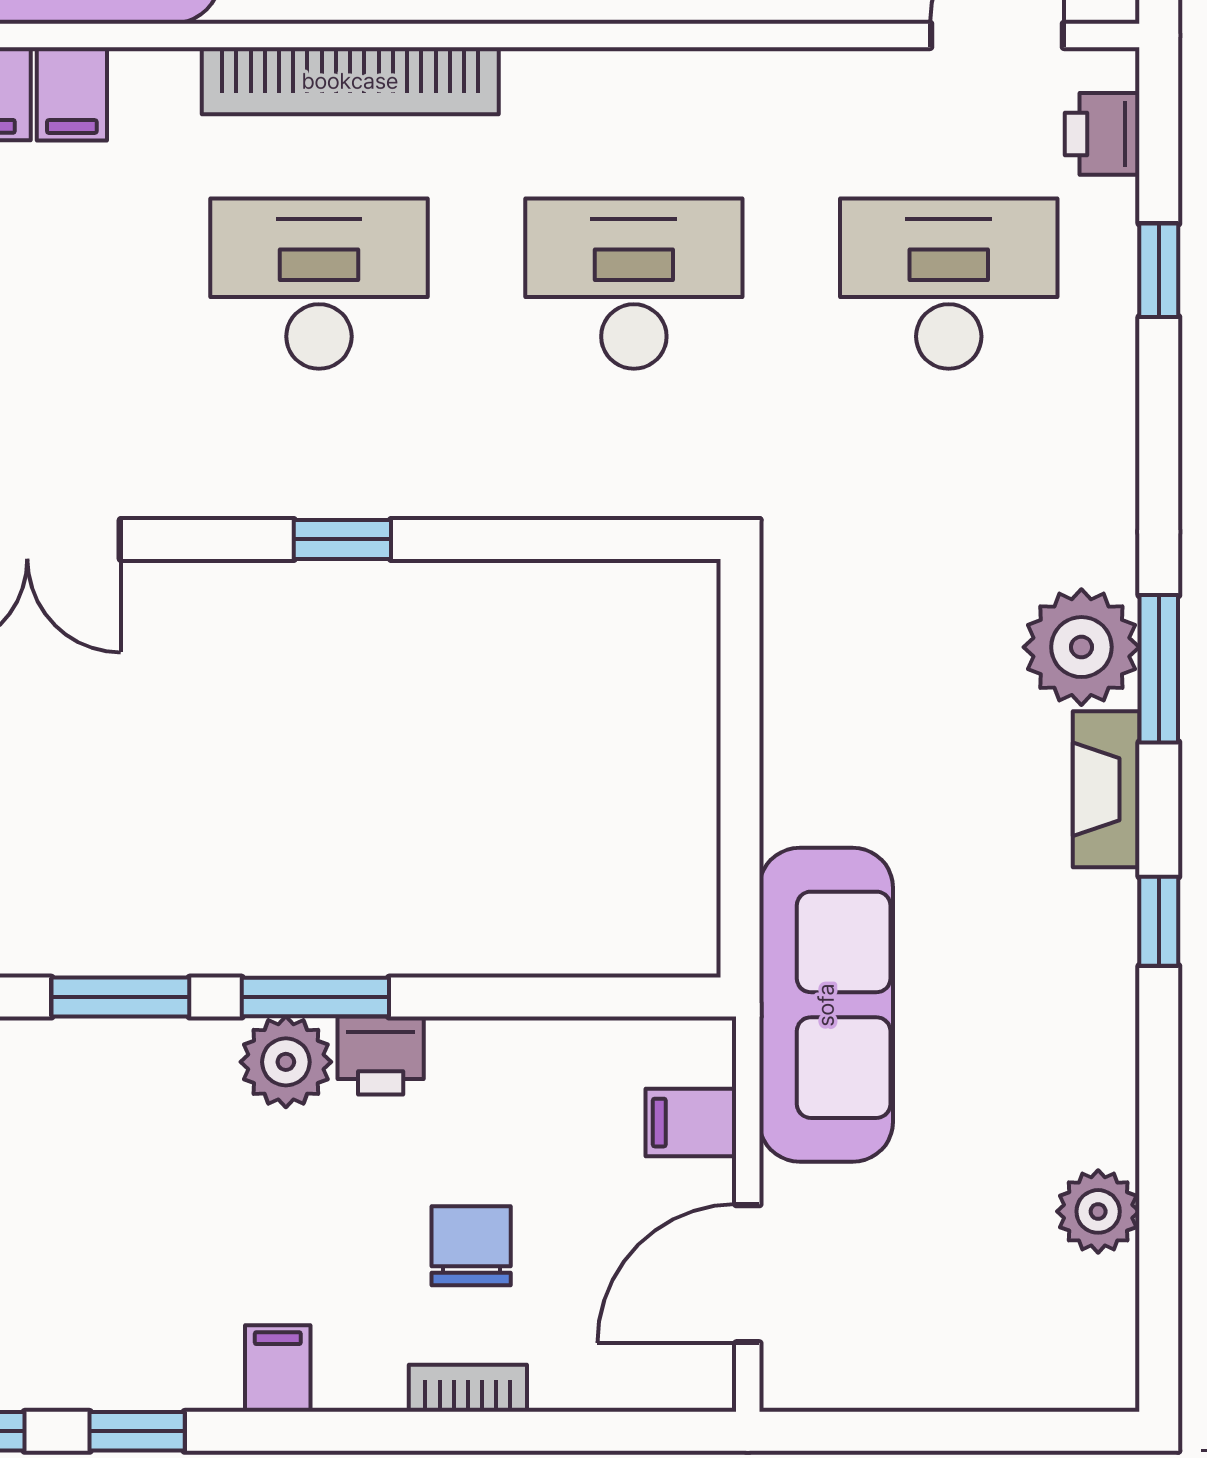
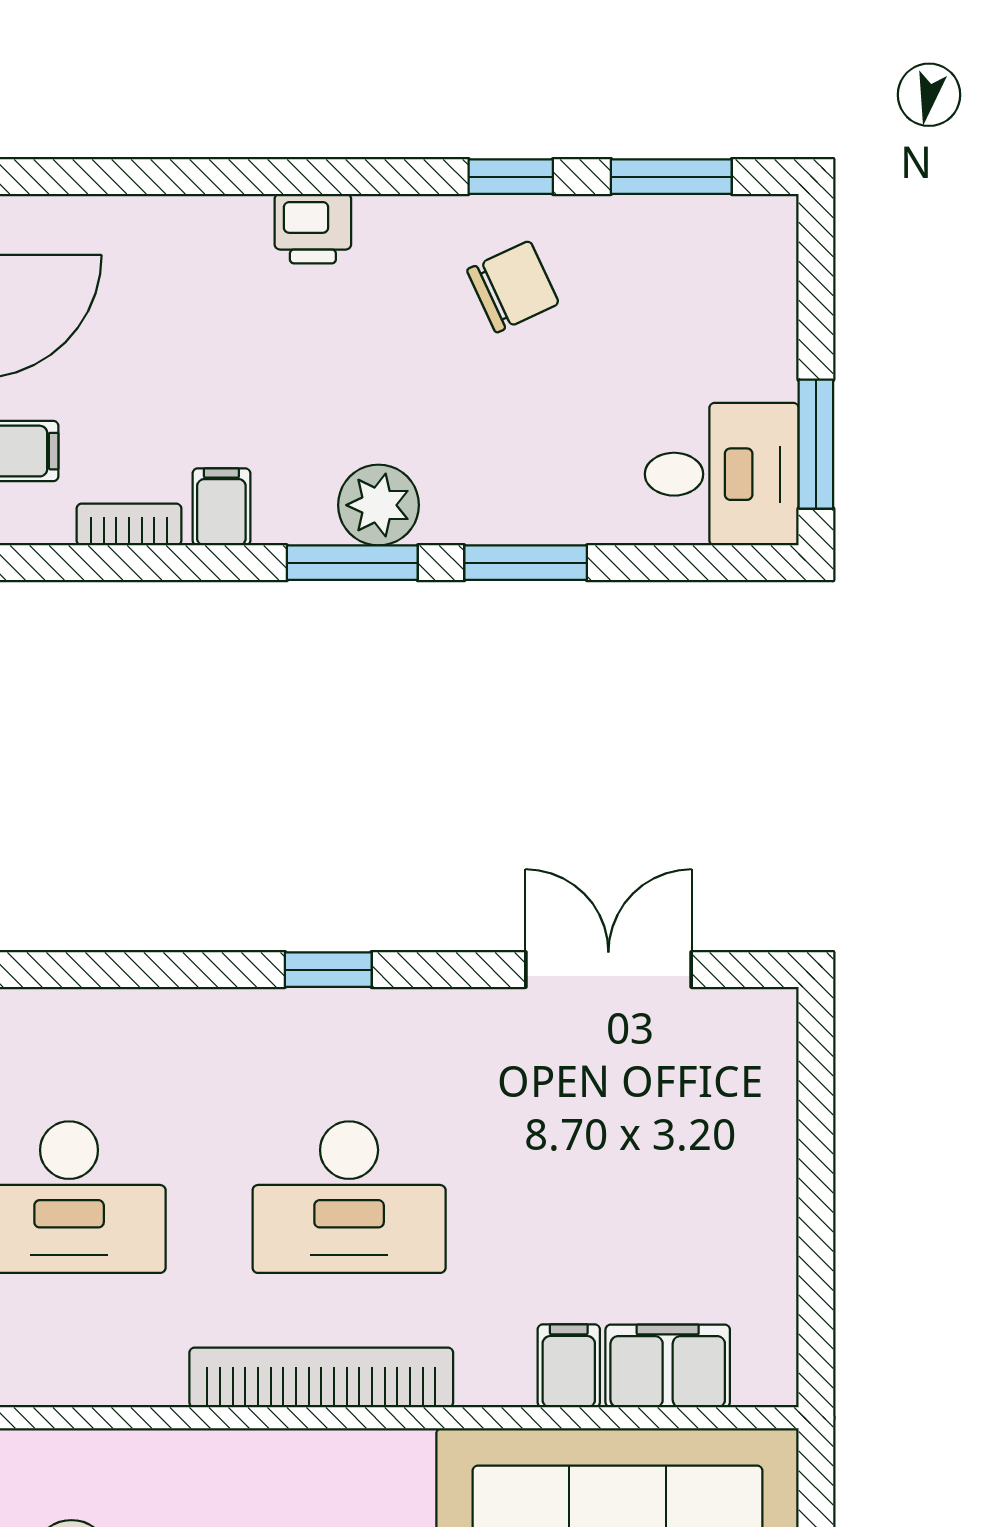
printer: (381, 1056) -> (313, 229), moved, turned 180
chair: (471, 1246) -> (513, 287), moved, turned -115
filing cabinet: (278, 1368) -> (221, 507), moved, turned 180
bookcase: (468, 1388) -> (129, 525), moved, turned 180

